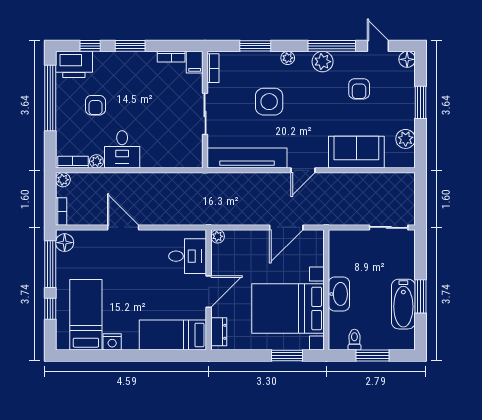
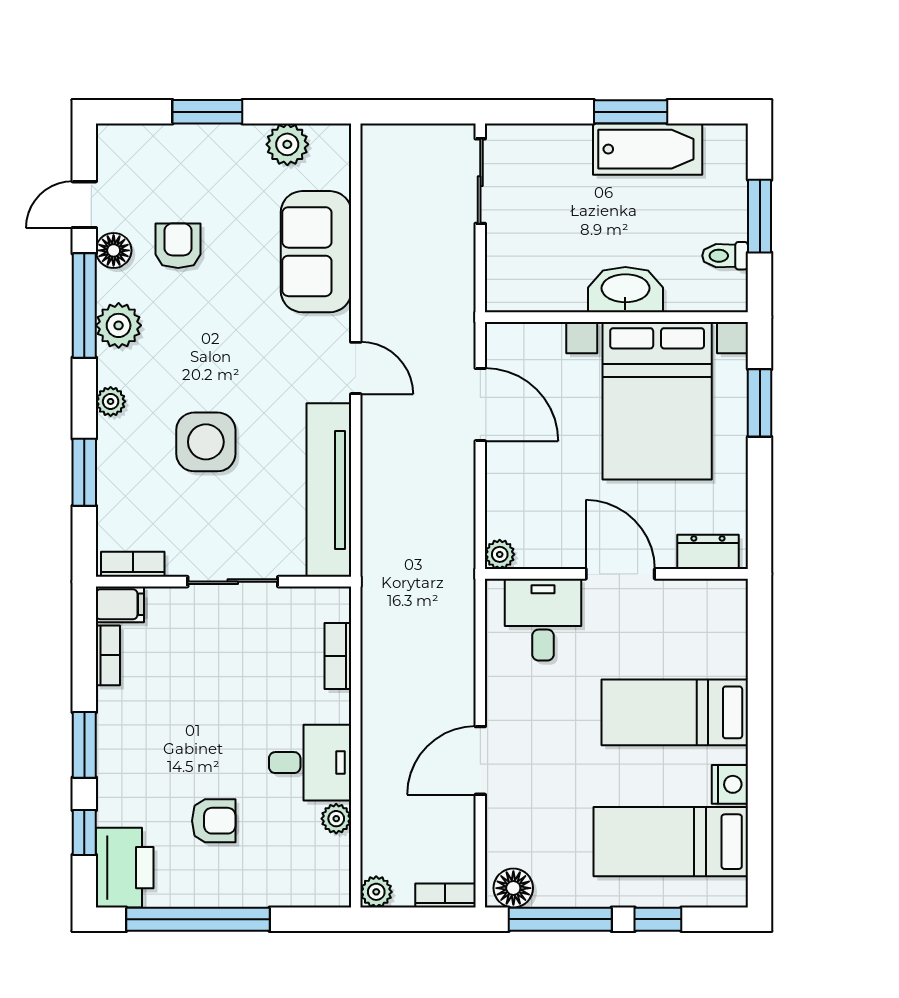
floor lamp: (407, 59) -> (114, 250), moved
armchair: (359, 89) -> (178, 246), turned -90
bookcase: (73, 162) -> (338, 656), moved
bed: (173, 335) -> (675, 712), moved, turned 90

